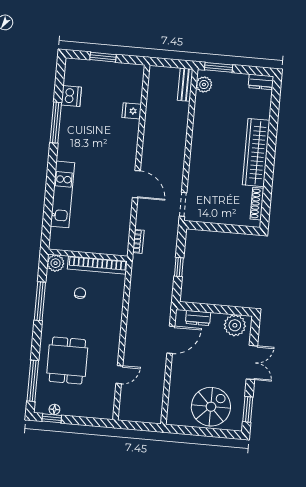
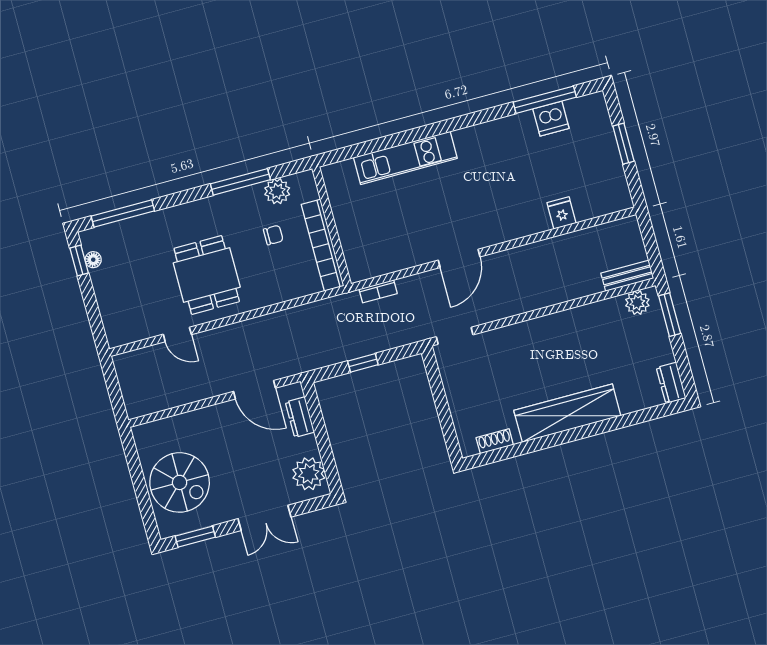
window: (56, 123) -> (545, 100), moved
shoe rack: (257, 204) -> (495, 441), width x0.70
plant: (56, 263) -> (277, 191), moved
dining table: (67, 361) -> (207, 275), moved, turned 90

